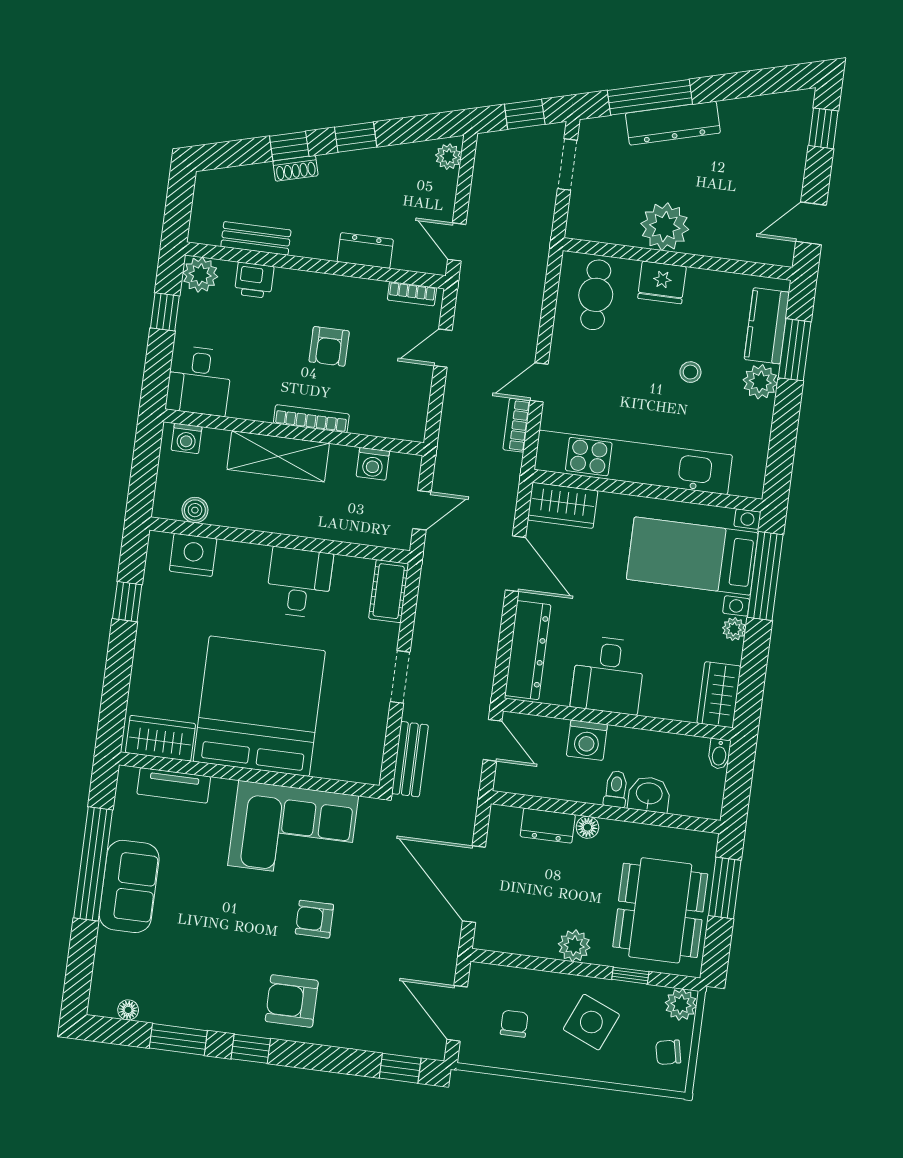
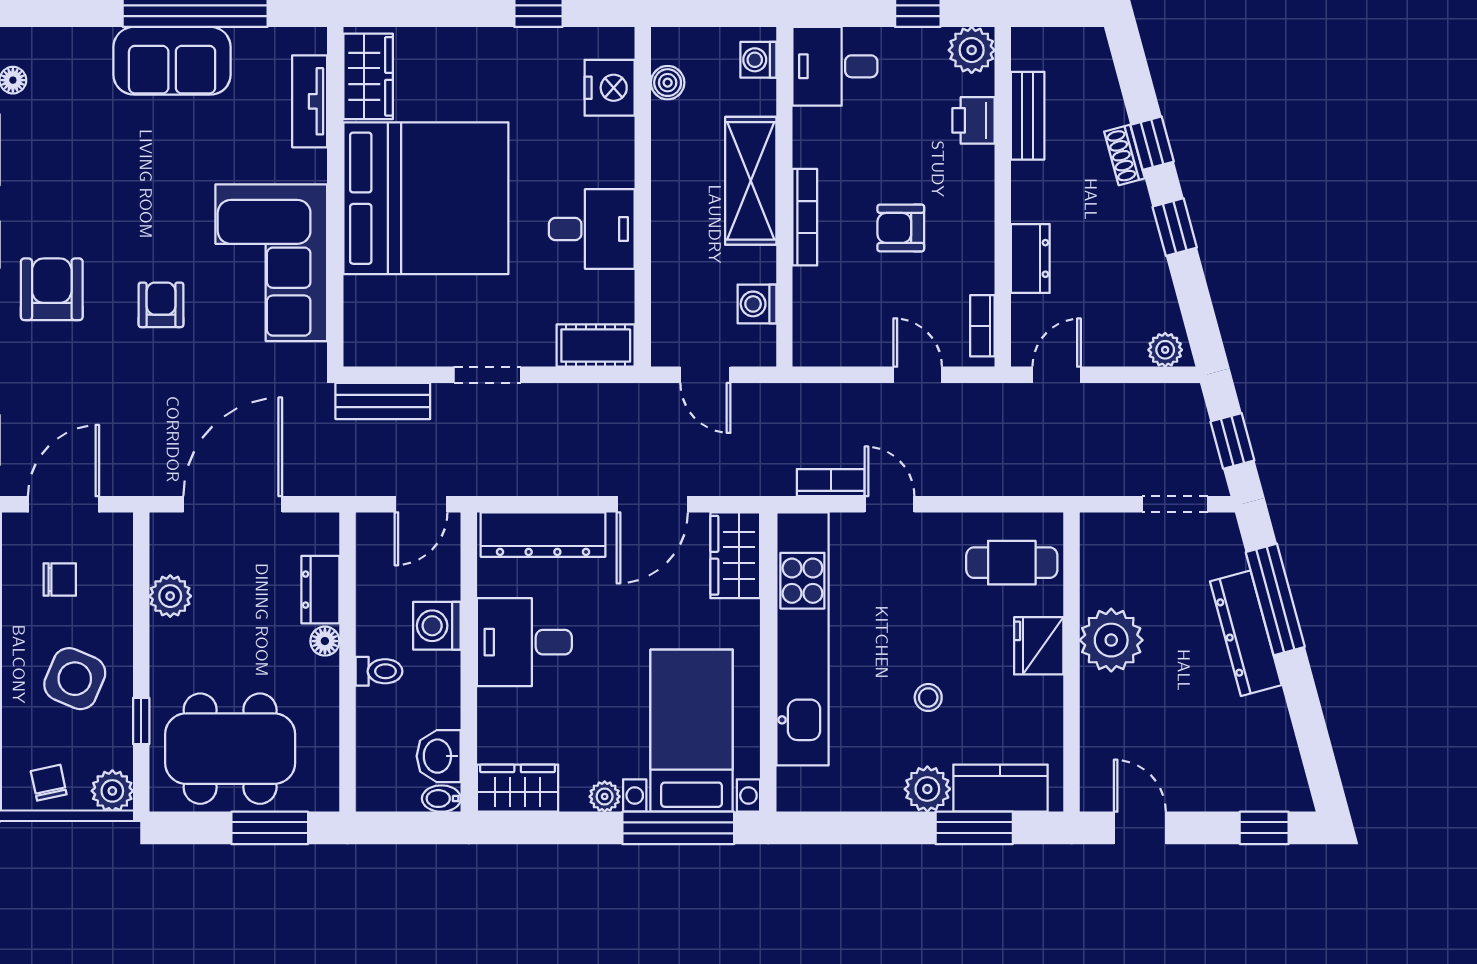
washbasin: (649, 794) -> (439, 756), moved, turned 180
plant: (574, 946) -> (170, 596), moved

